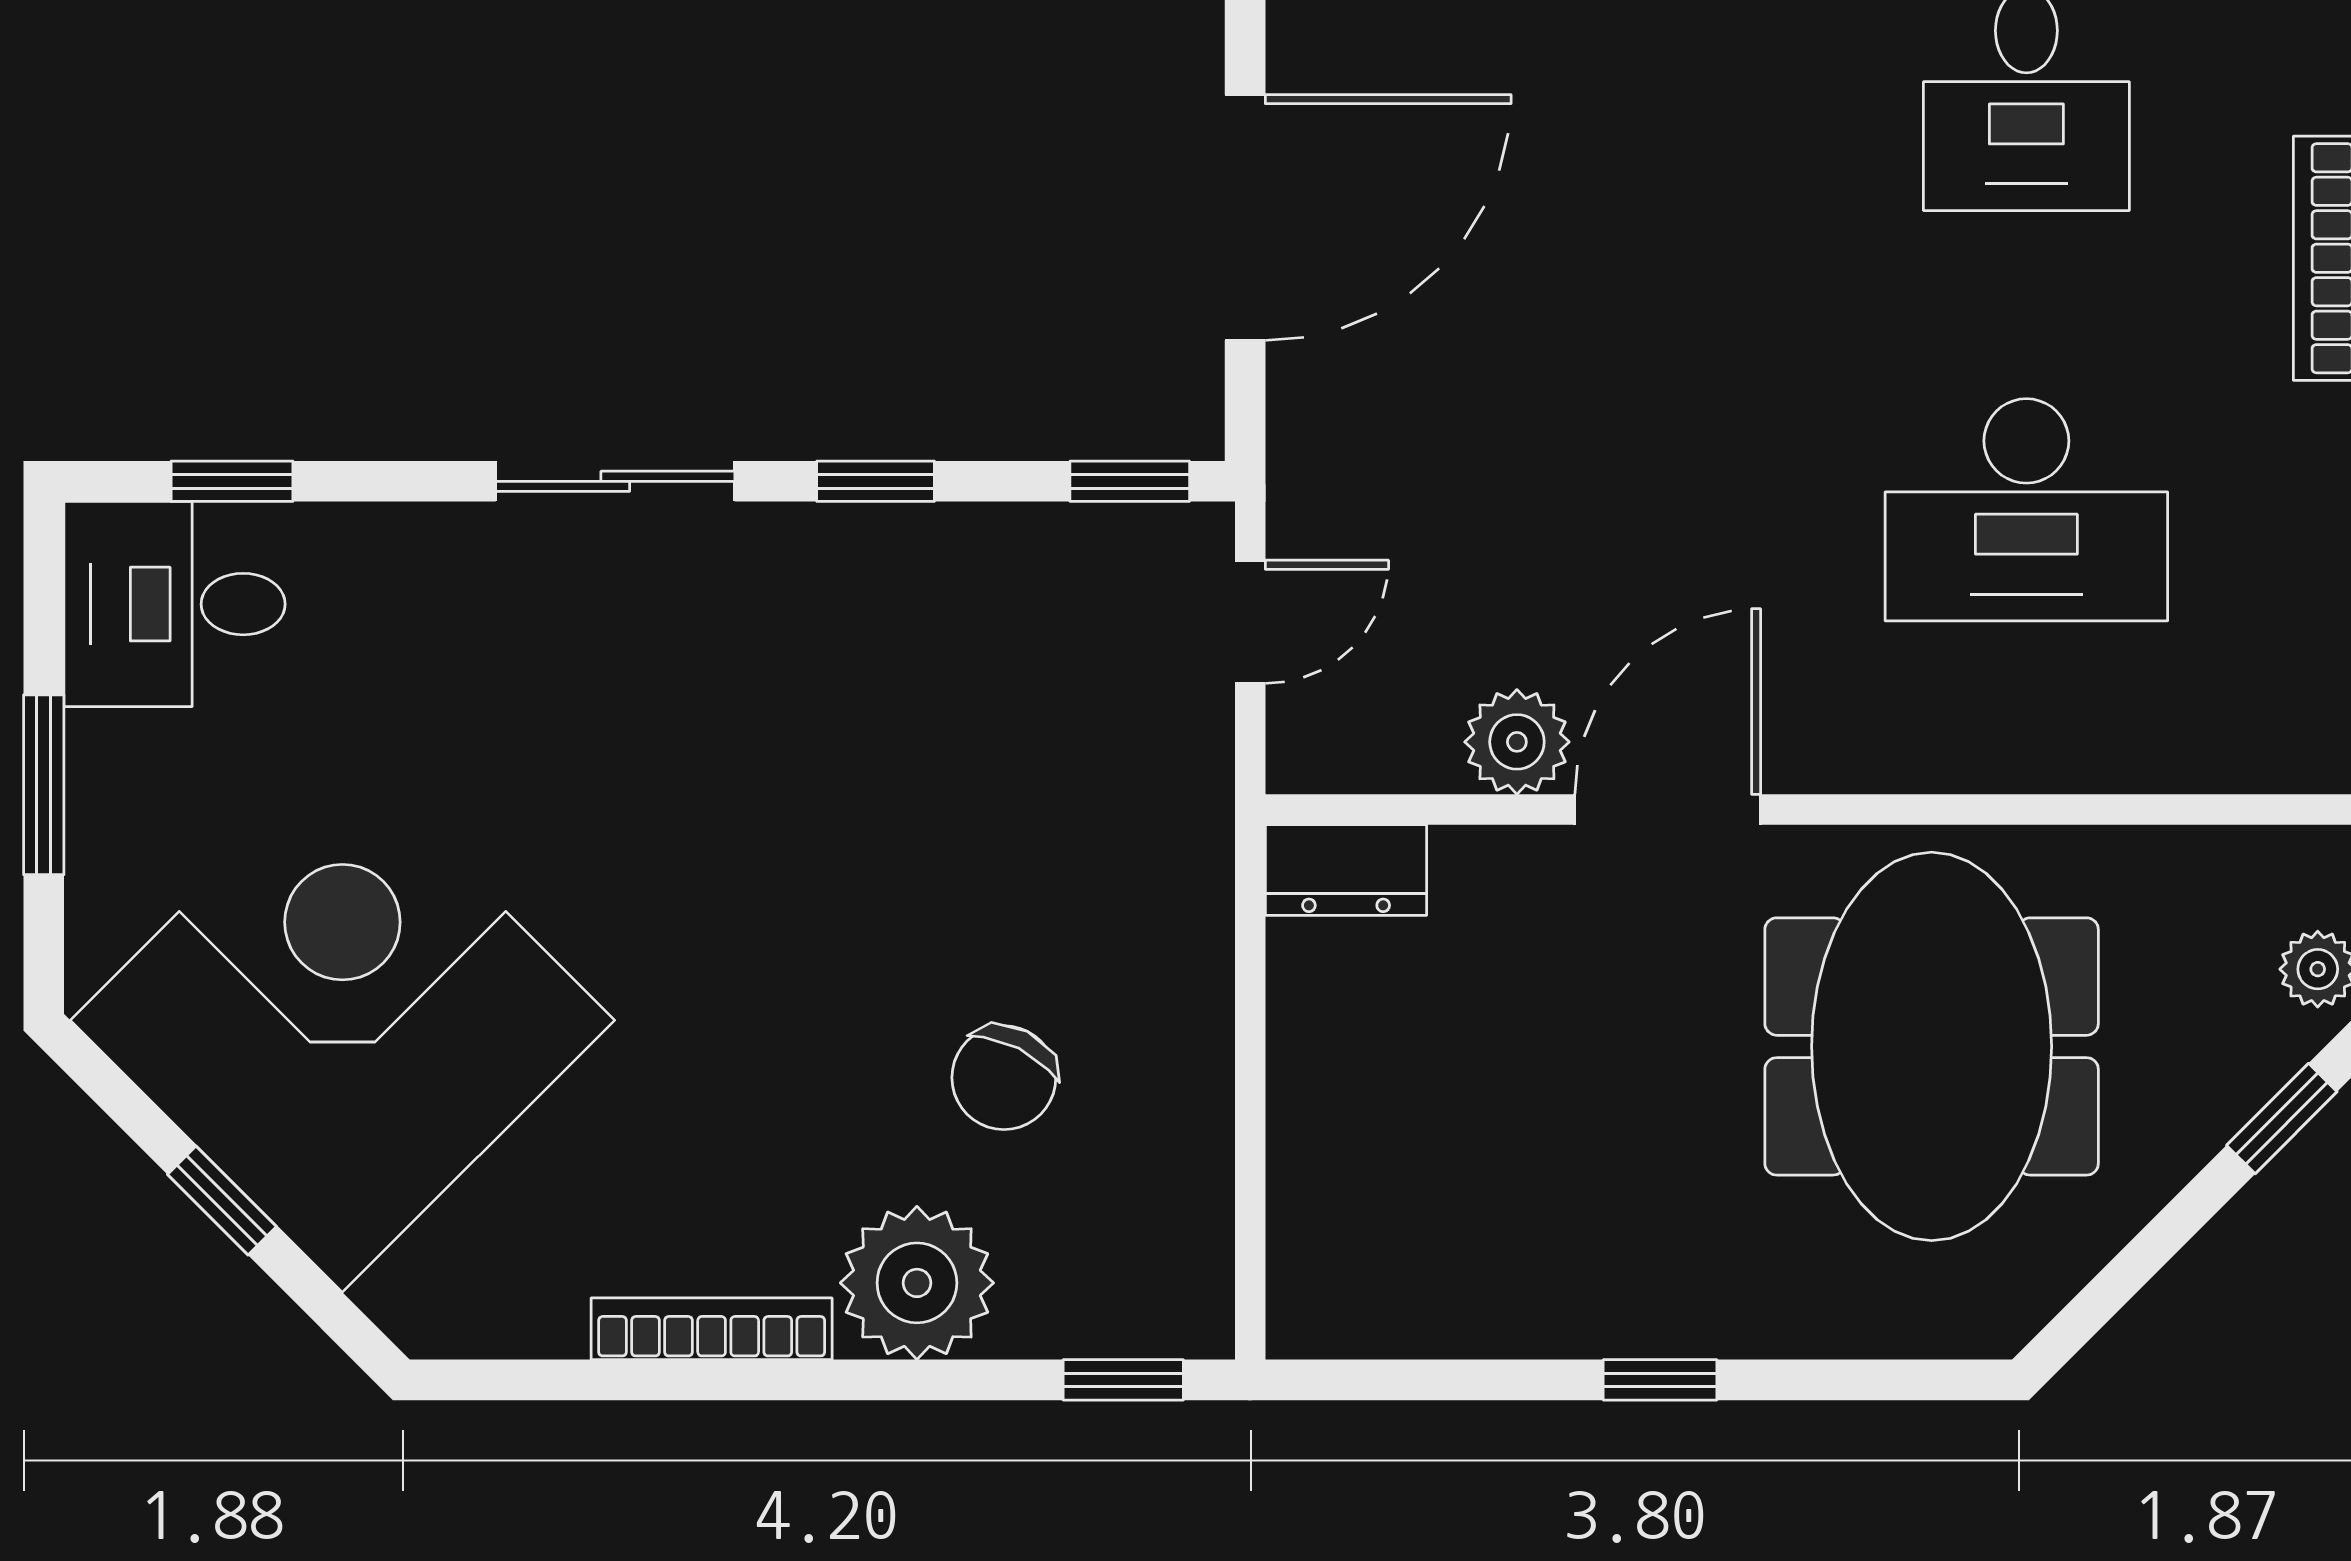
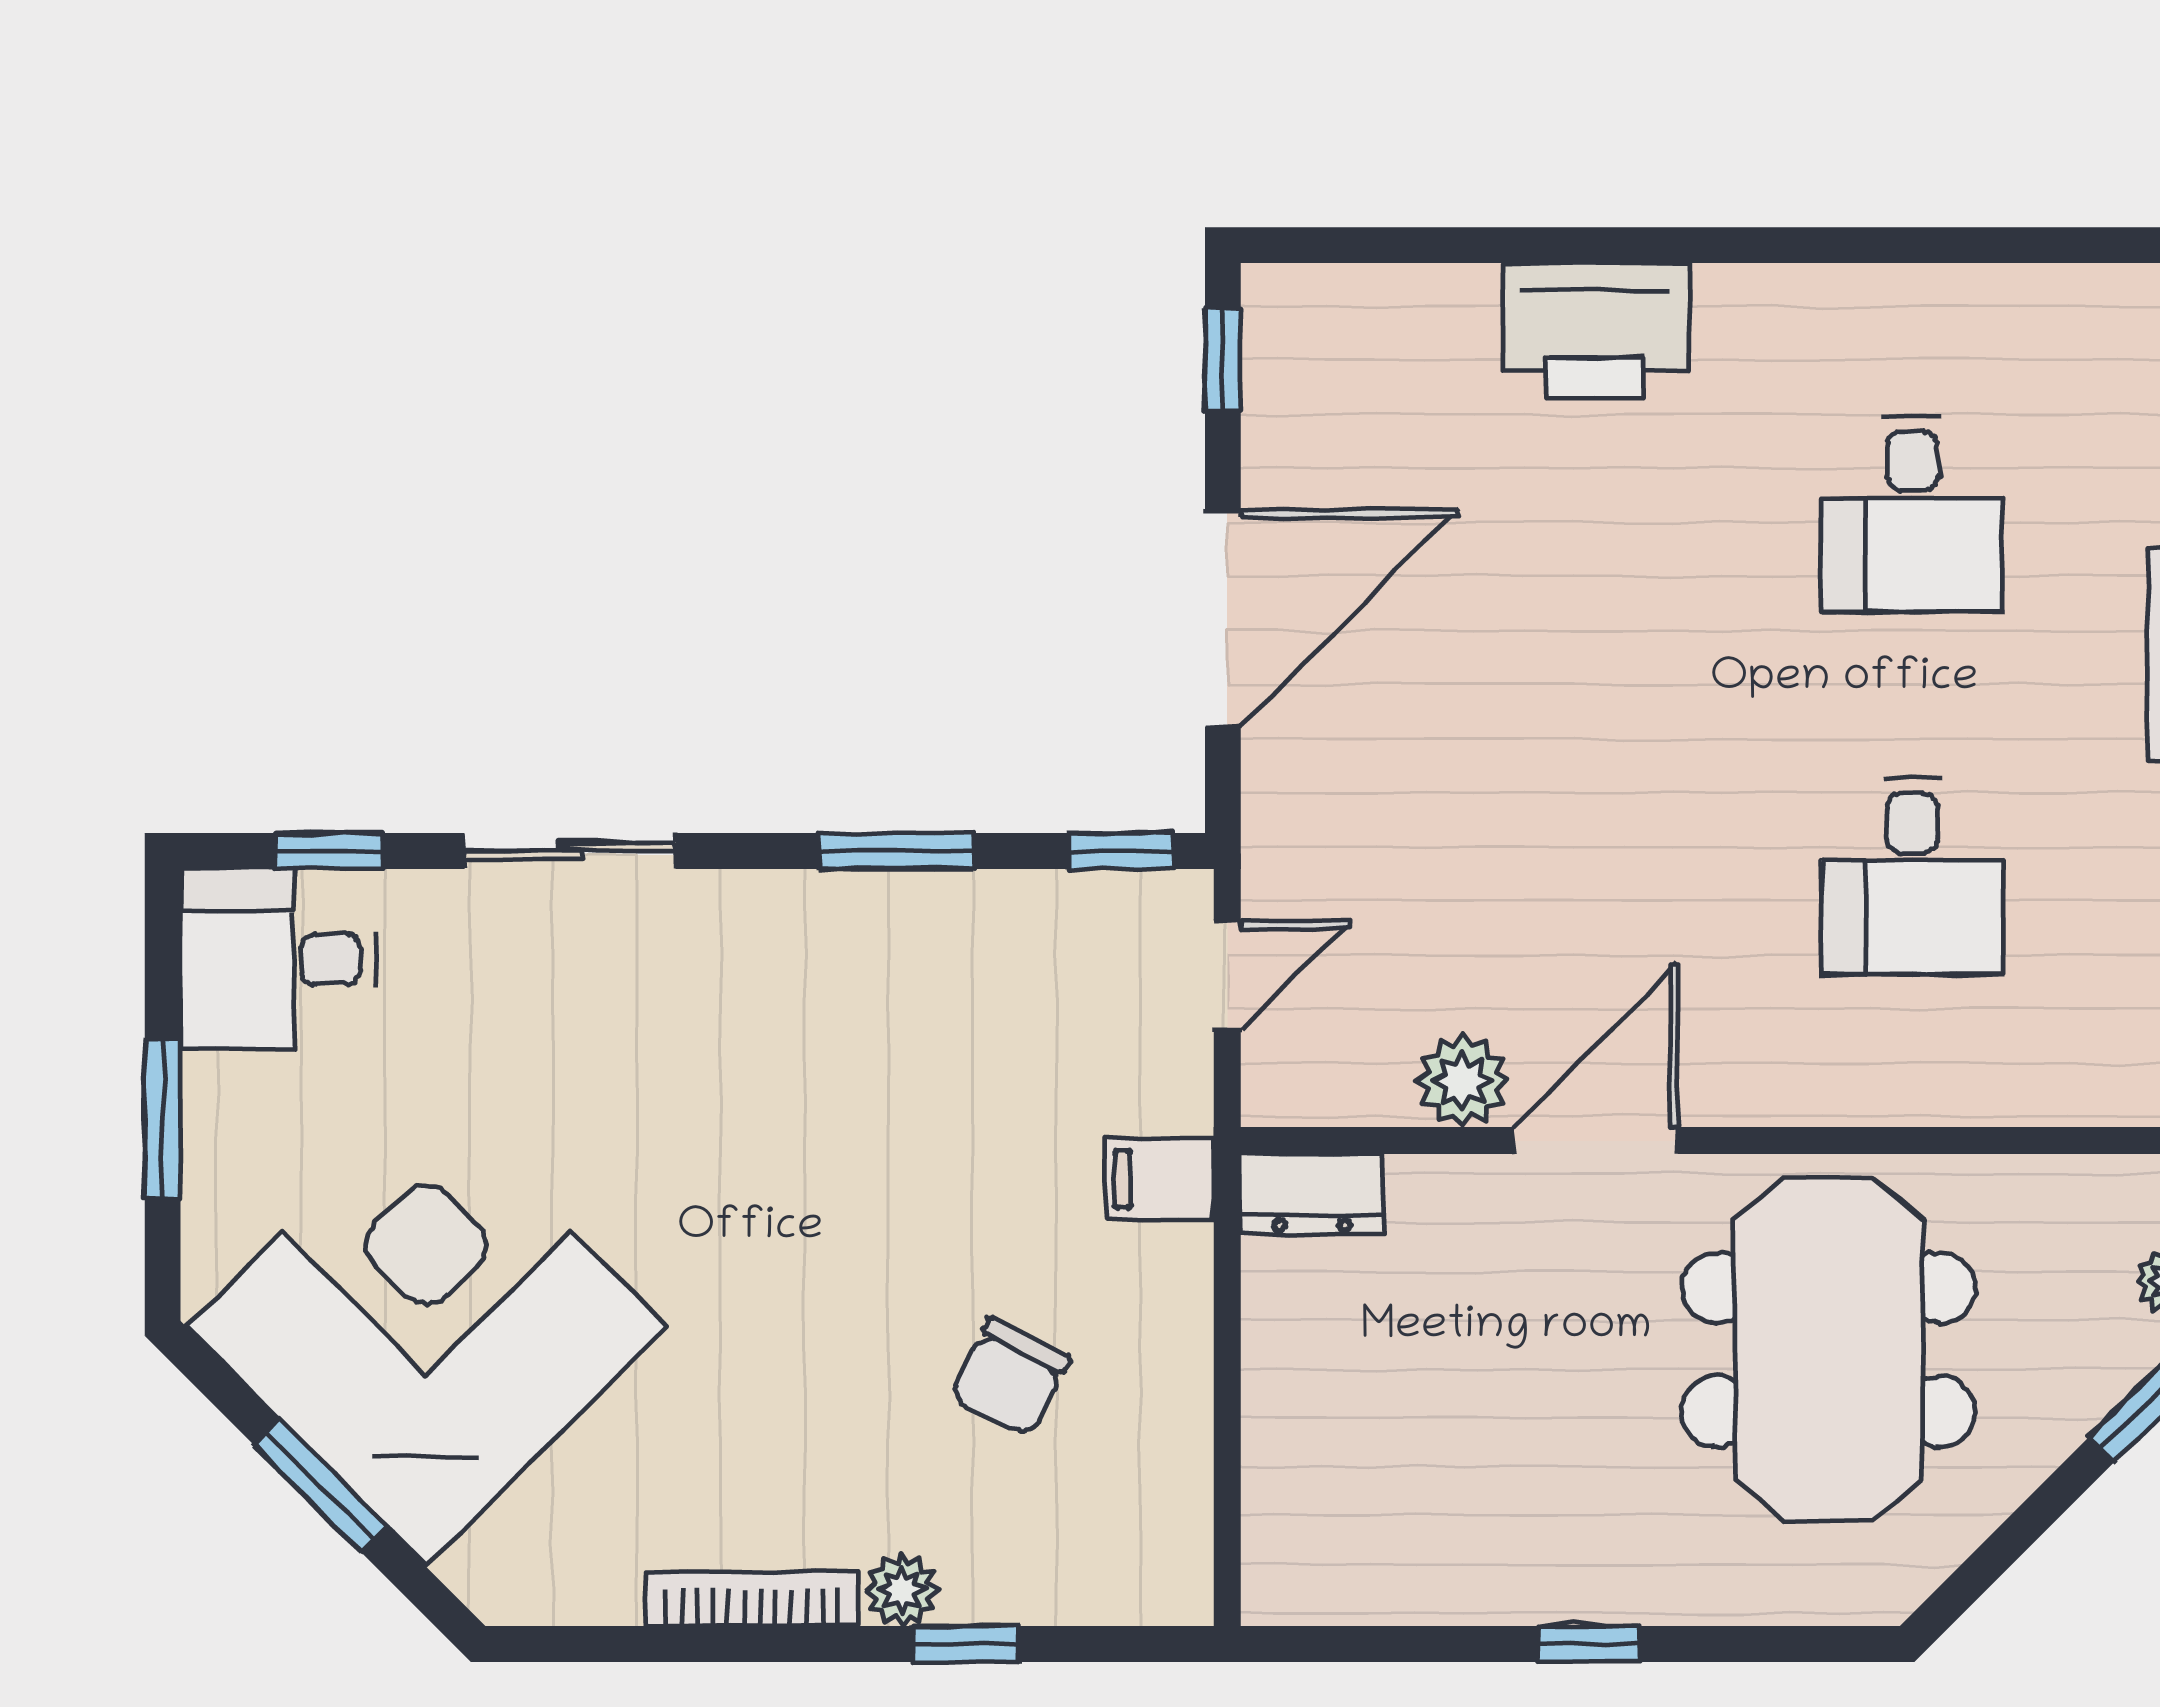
sliding door: (615, 481) -> (570, 851), moved
window: (876, 481) -> (897, 851), width x1.50
desk: (2026, 510) -> (1912, 876), width x0.73
filing cabinet: (1174, 853) -> (1160, 1179), added
window: (222, 1201) -> (320, 1486), width x1.50
plant: (917, 1283) -> (902, 1590), width x0.53, depth x0.53
window: (1123, 1380) -> (966, 1644), moved

